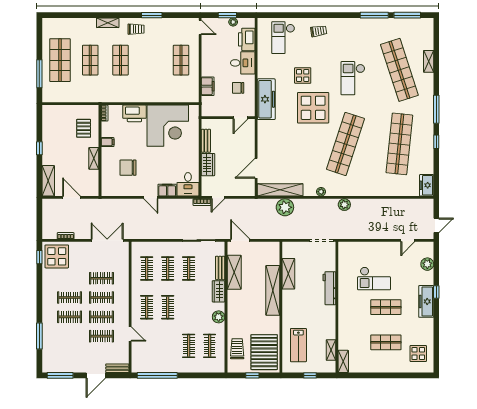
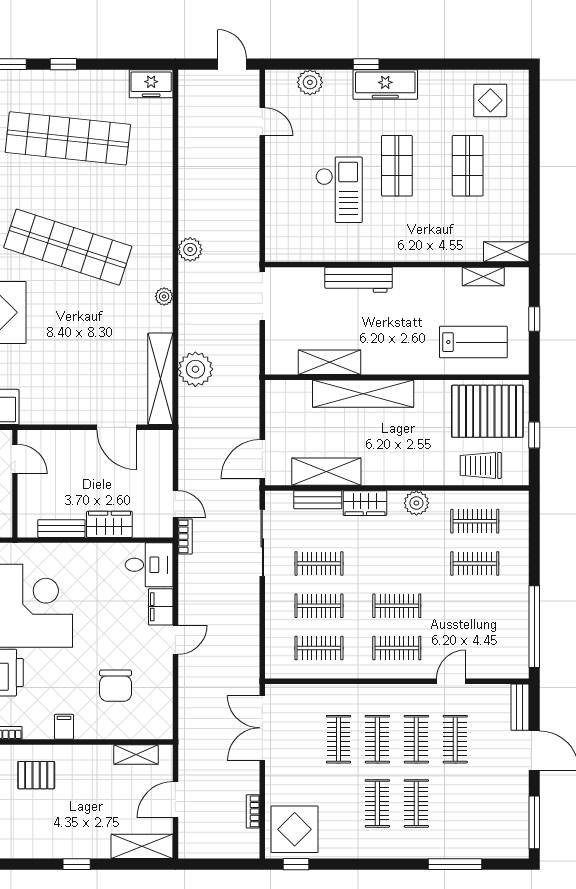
shelving: (94, 158) -> (136, 754), moved

